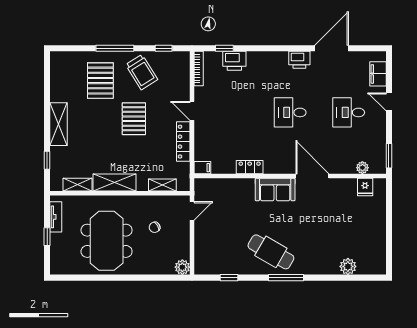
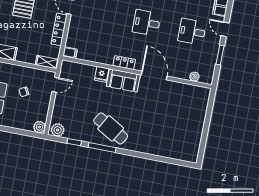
window: (389, 156) -> (220, 55), moved
locker: (250, 167) -> (124, 63), moved
shelving: (162, 185) -> (47, 62), moved
fridge: (365, 187) -> (102, 74), moved
plant: (348, 266) -> (58, 130), moved
window: (286, 278) -> (102, 148), moved

